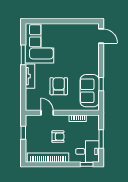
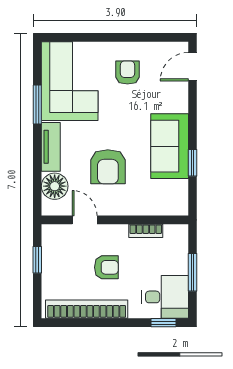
door: (101, 36) -> (193, 67), swing flipped
armchair: (69, 39) -> (128, 73), added
armchair: (59, 86) -> (108, 167), turned 180
sofa: (90, 91) -> (170, 146), moved
floor lamp: (32, 96) -> (55, 186), added

